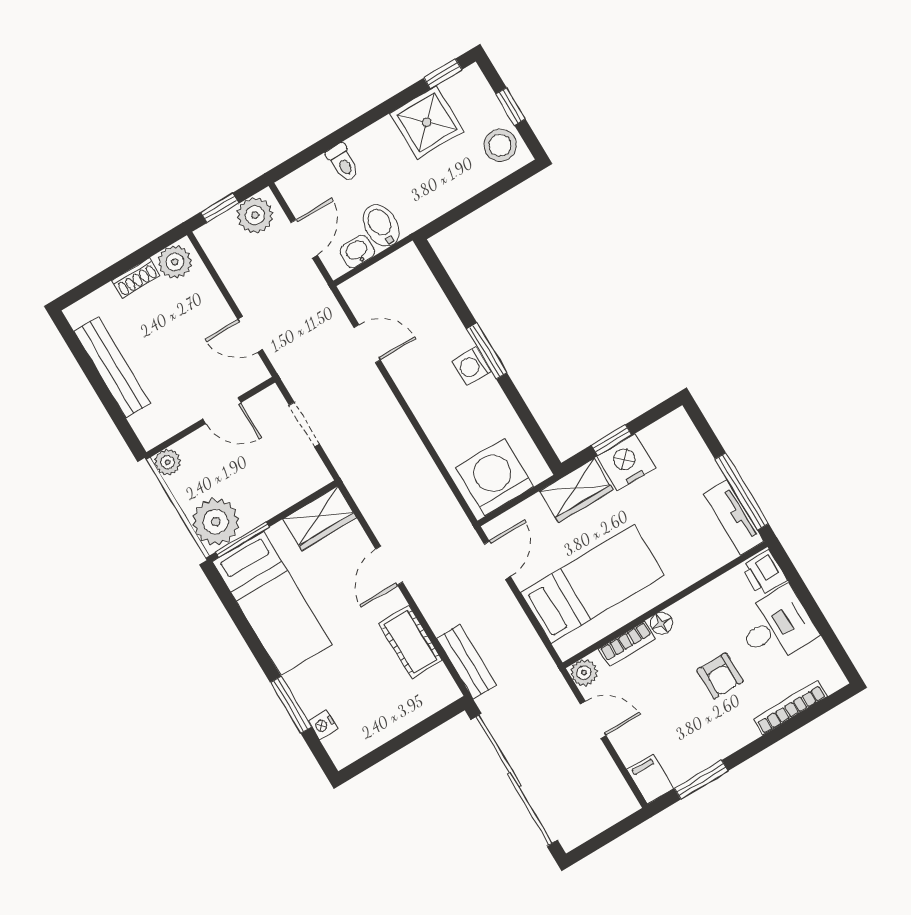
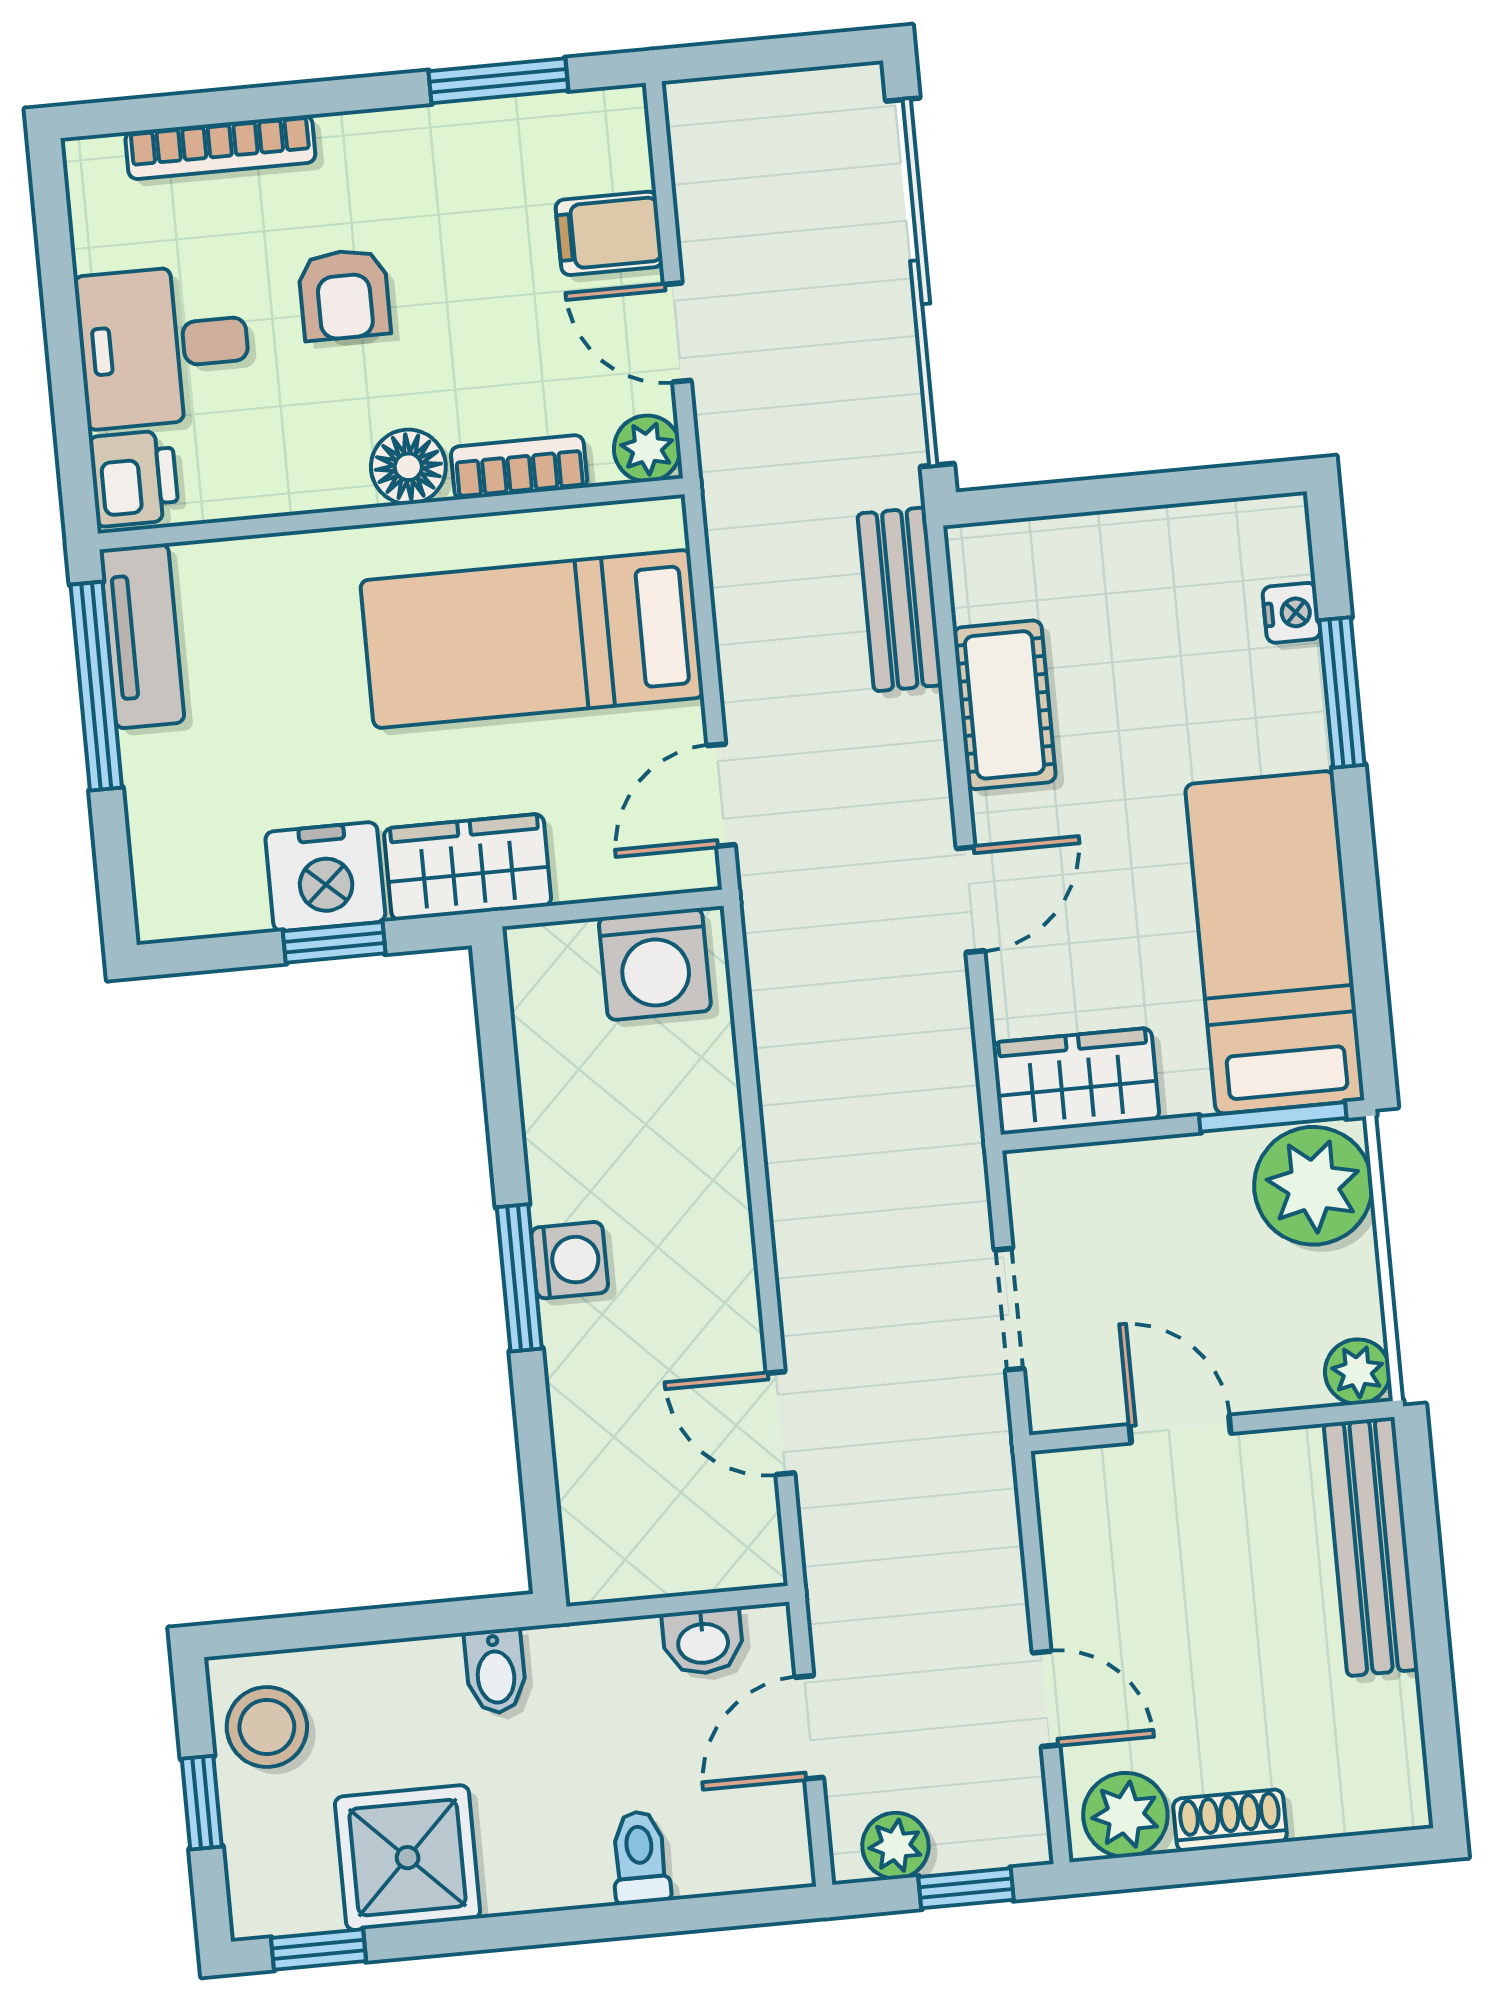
plant: (255, 215) -> (896, 1846), width x0.73, depth x0.73
bidet: (381, 225) -> (496, 1671), moved, width x0.72, depth x0.74
door: (250, 334) -> (1046, 1699), moved
bench: (112, 367) -> (1371, 1547), moved
washing machine: (495, 477) -> (655, 964), width x0.73, depth x0.73
floor lamp: (661, 623) -> (408, 467), width x1.37, depth x1.37
armchair: (720, 676) -> (344, 295), turned 180
filing cabinet: (650, 779) -> (609, 233), moved, turned 90

